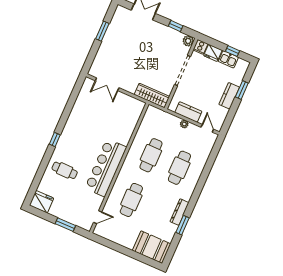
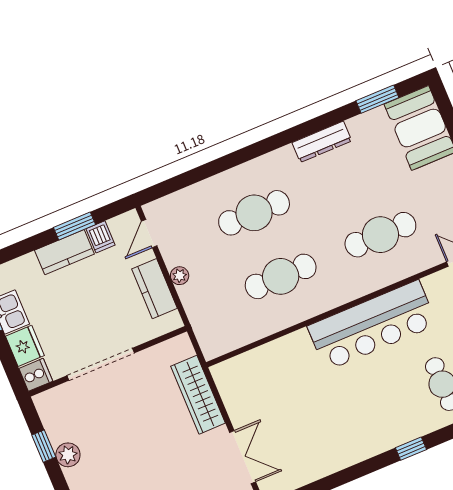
plant: (188, 41) -> (68, 455), moved
window: (242, 90) -> (74, 226), moved
wardrobe: (152, 96) -> (198, 395), moved
dishwasher: (222, 112) -> (100, 237), added
window: (182, 225) -> (377, 99), moved

